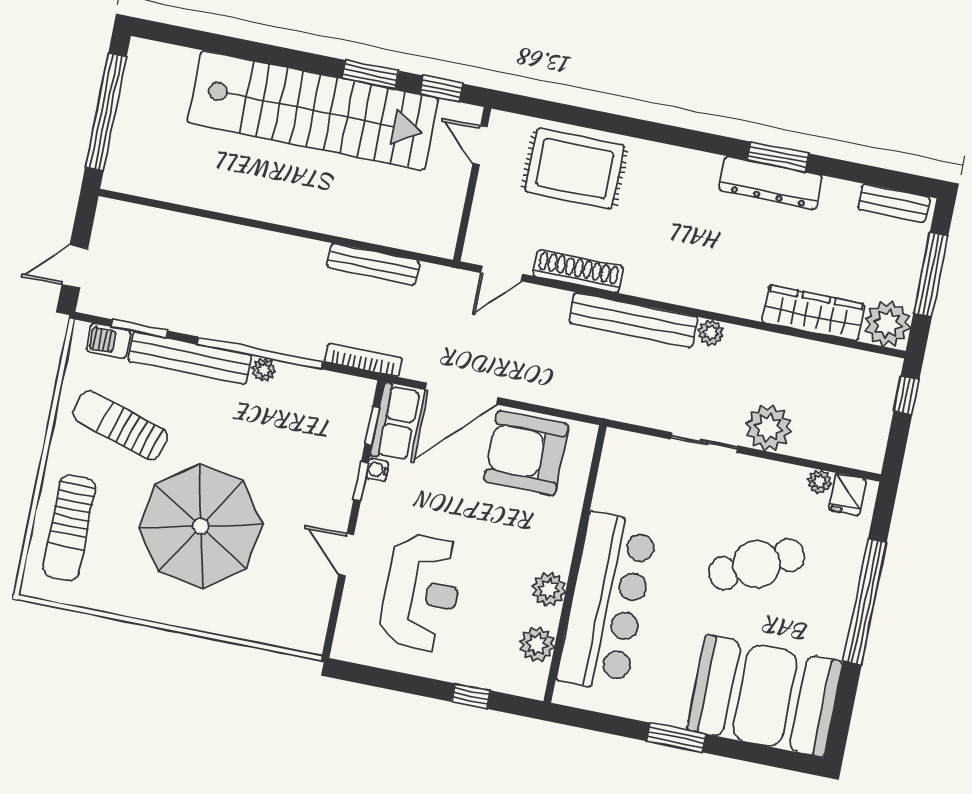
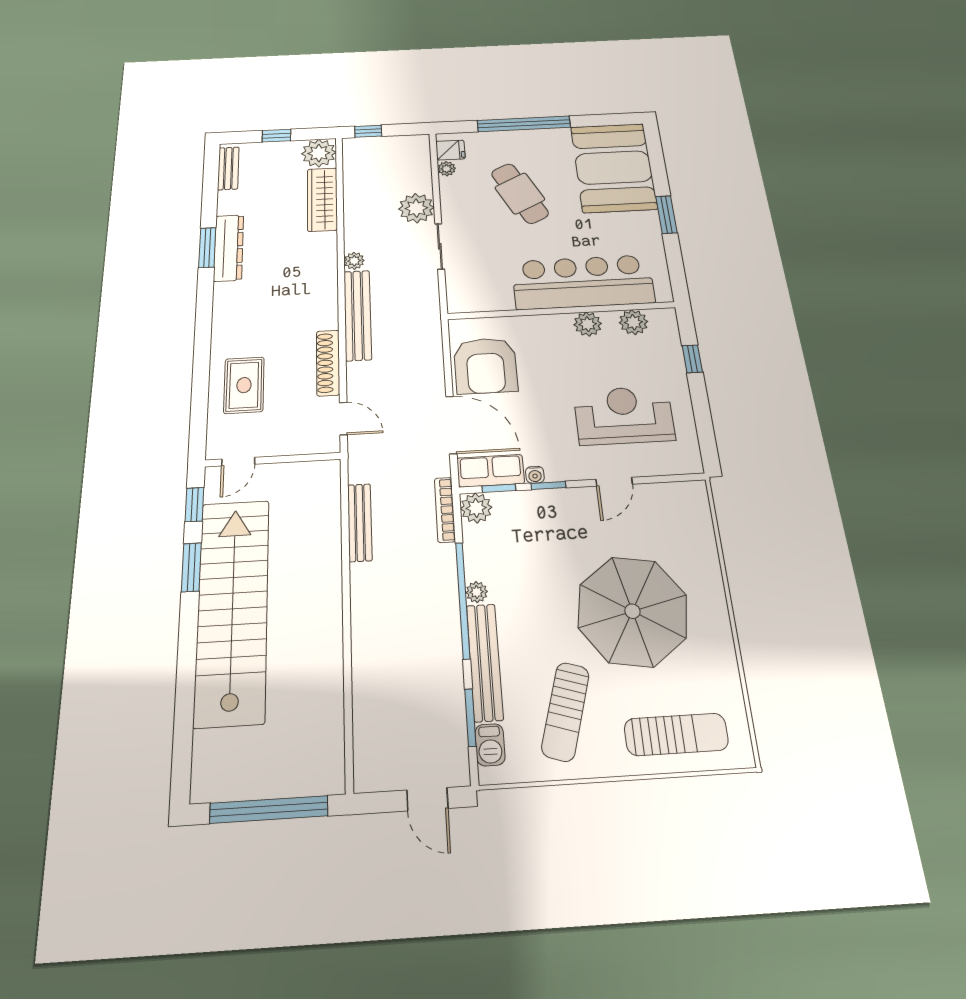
rug: (575, 168) -> (244, 385), width x0.73, depth x0.70
window: (931, 275) -> (276, 136), width x0.46
plant: (356, 395) -> (476, 508), added

